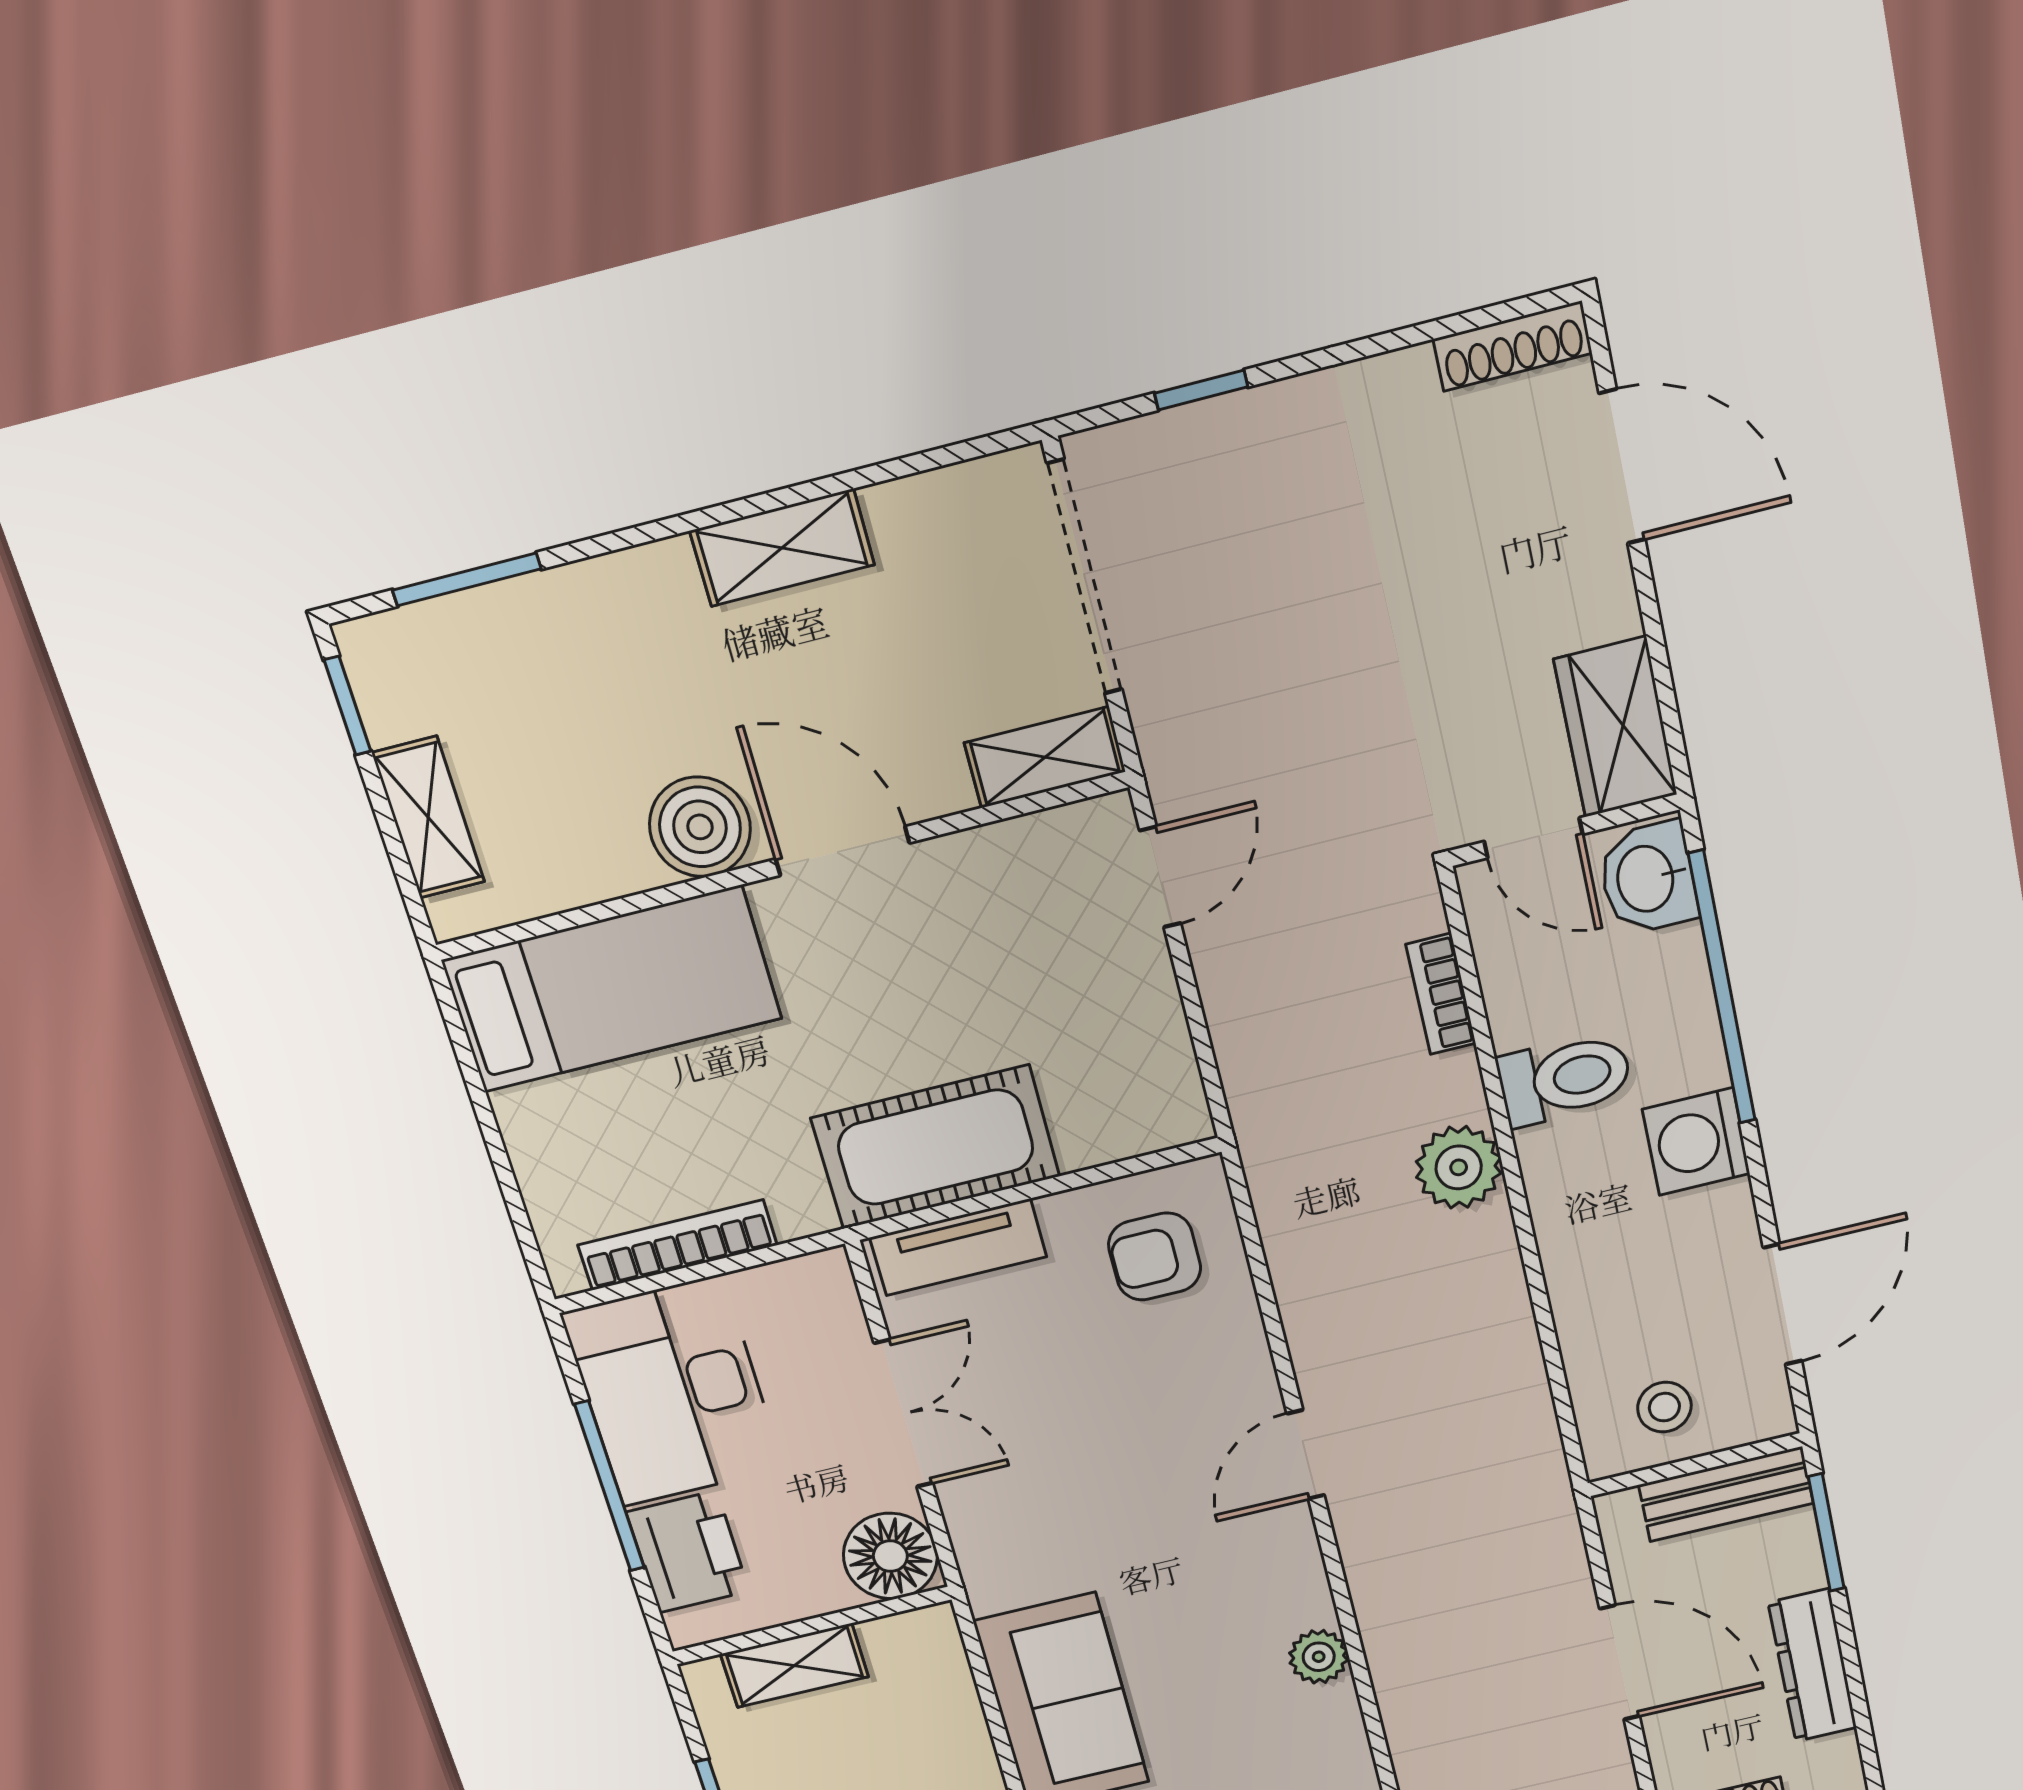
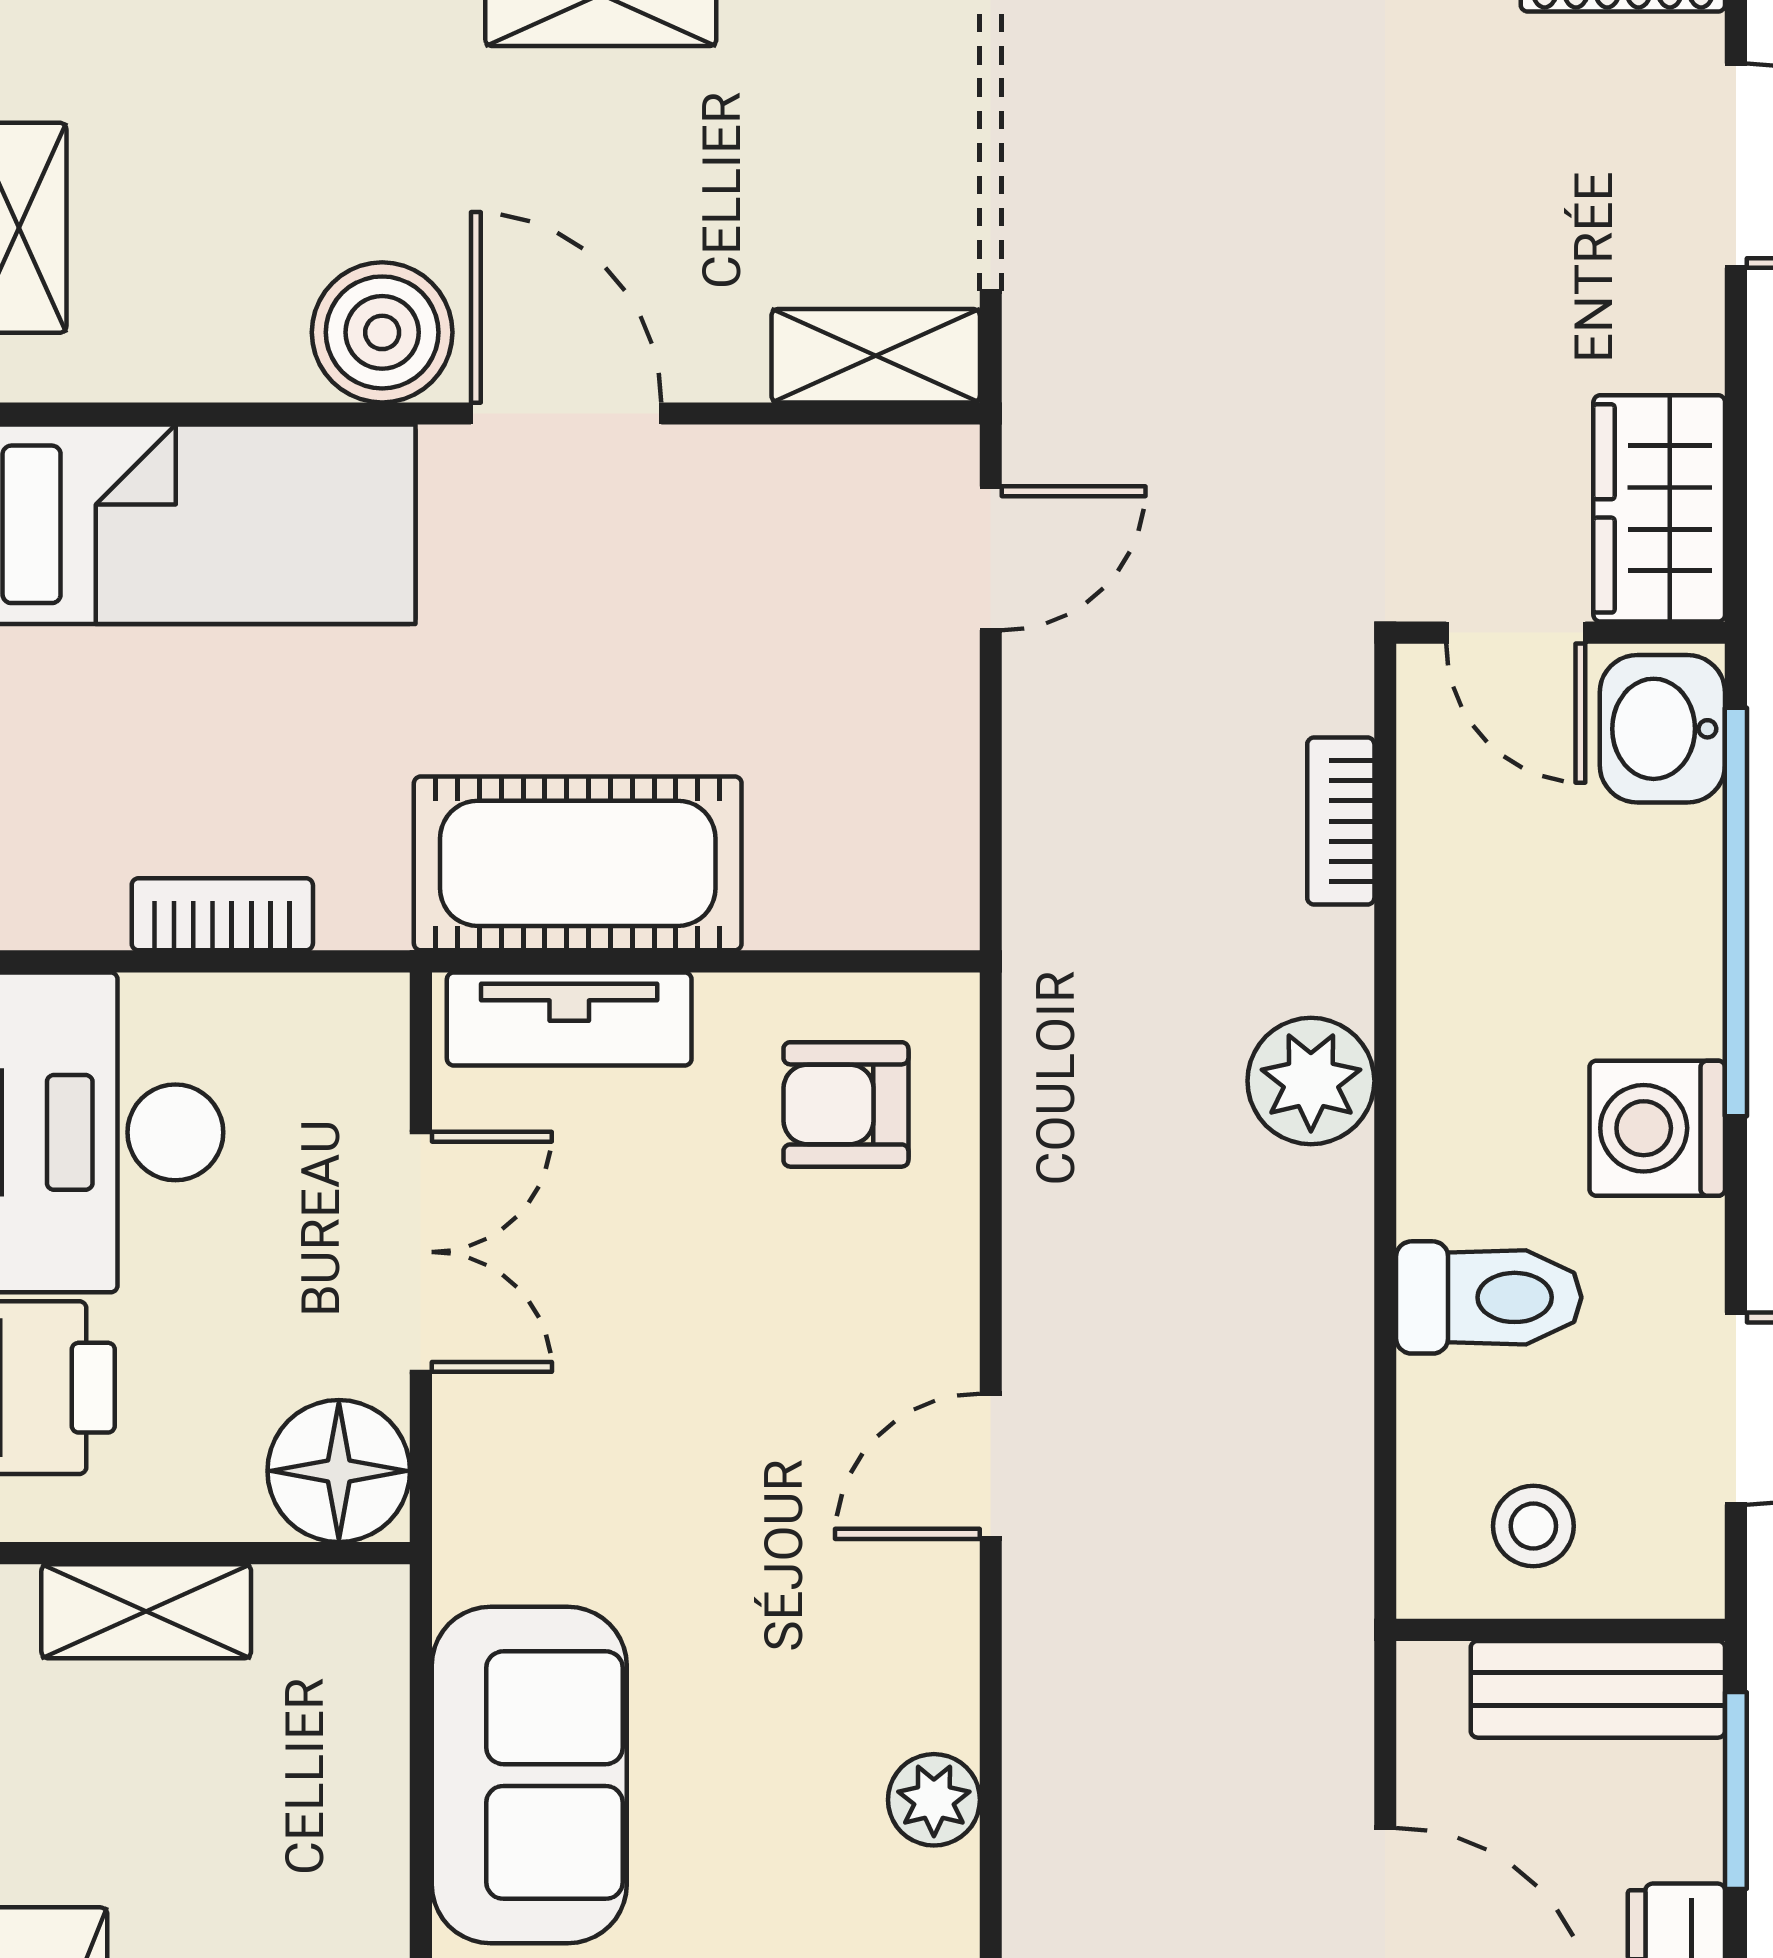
toilet: (1565, 1079) -> (1489, 1297), moved
bookcase: (677, 1245) -> (222, 914), width x0.64

